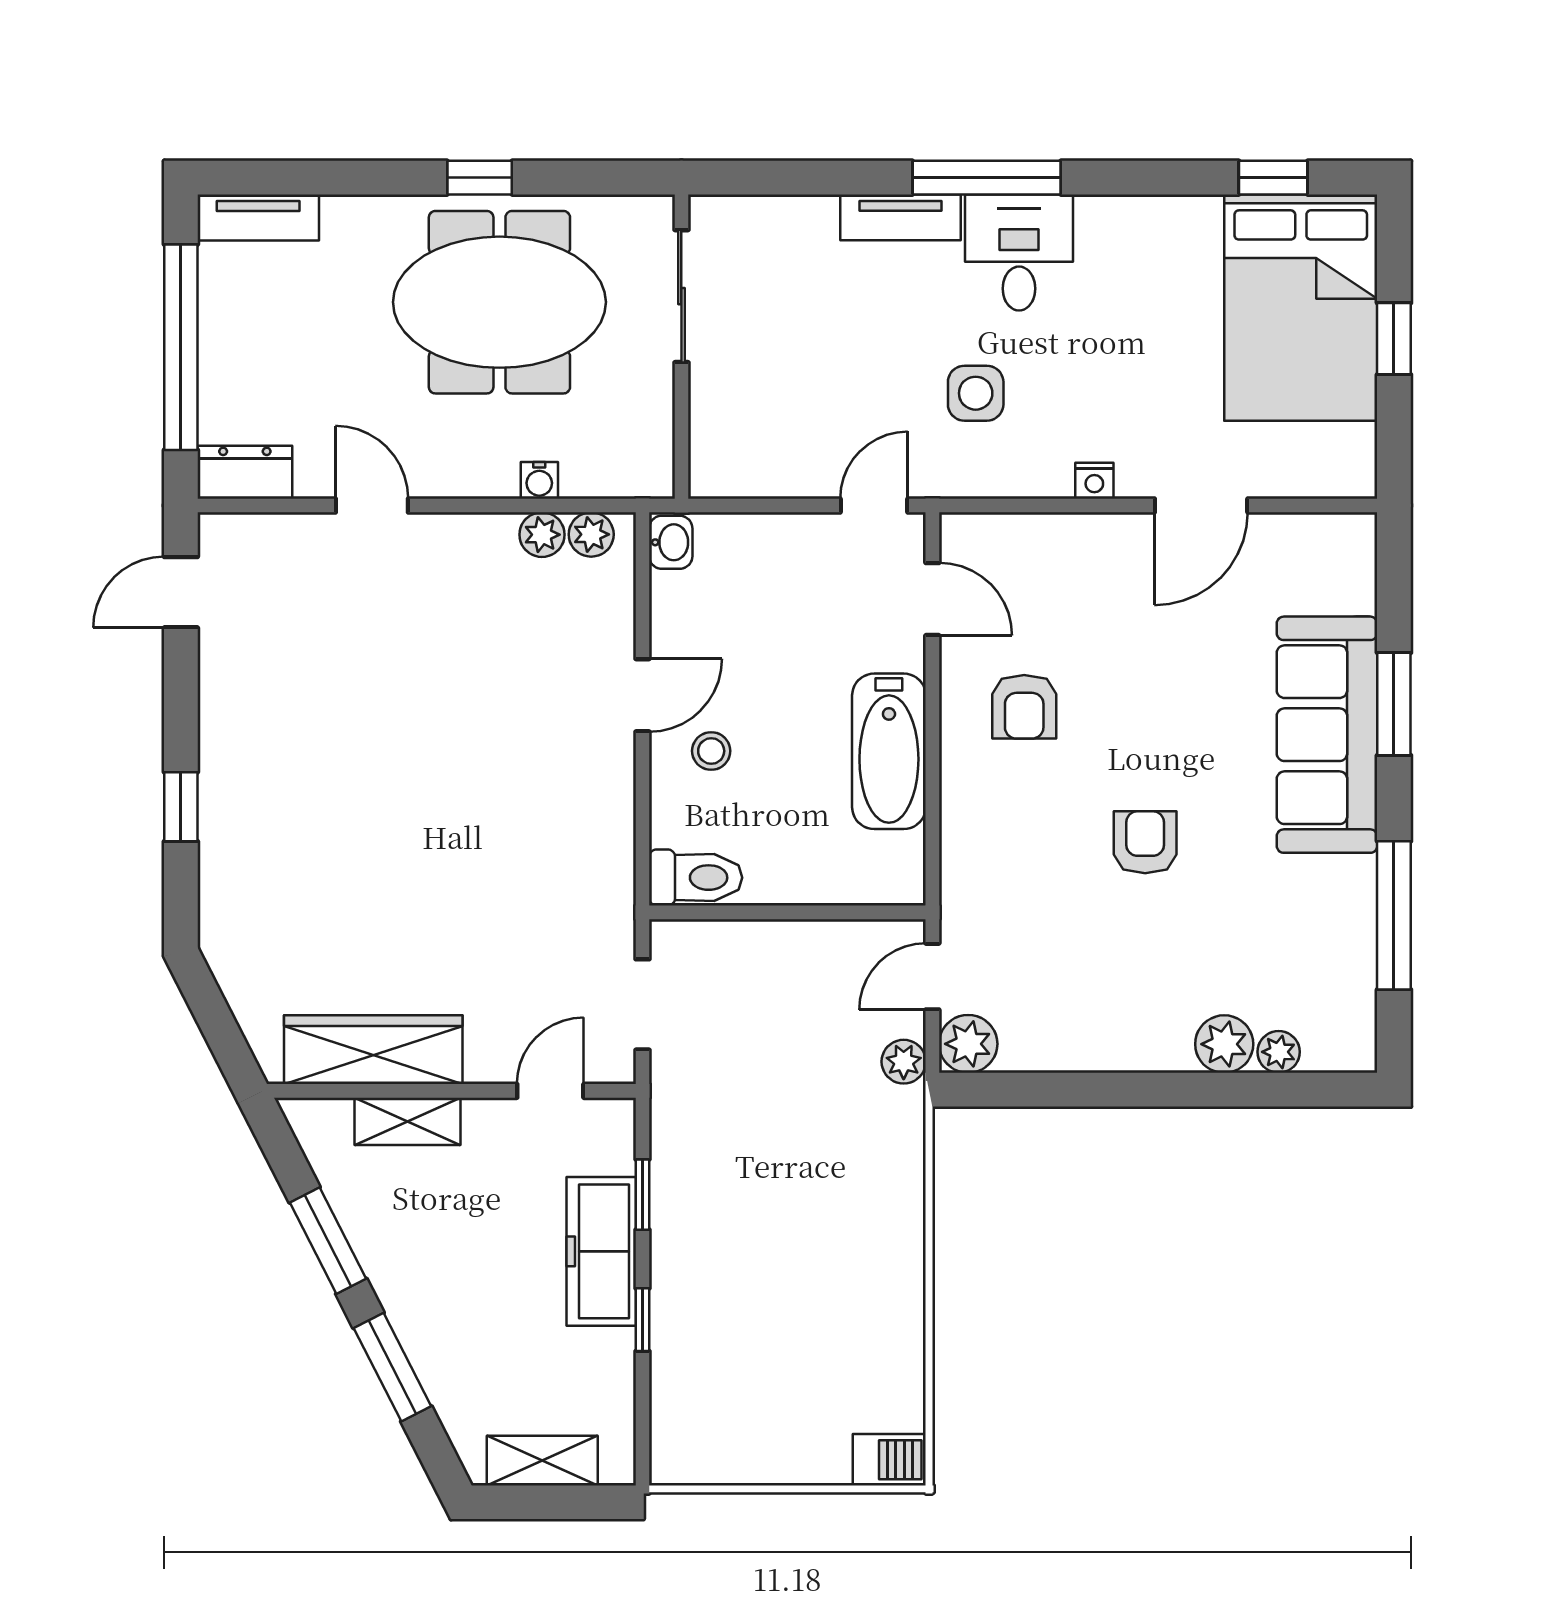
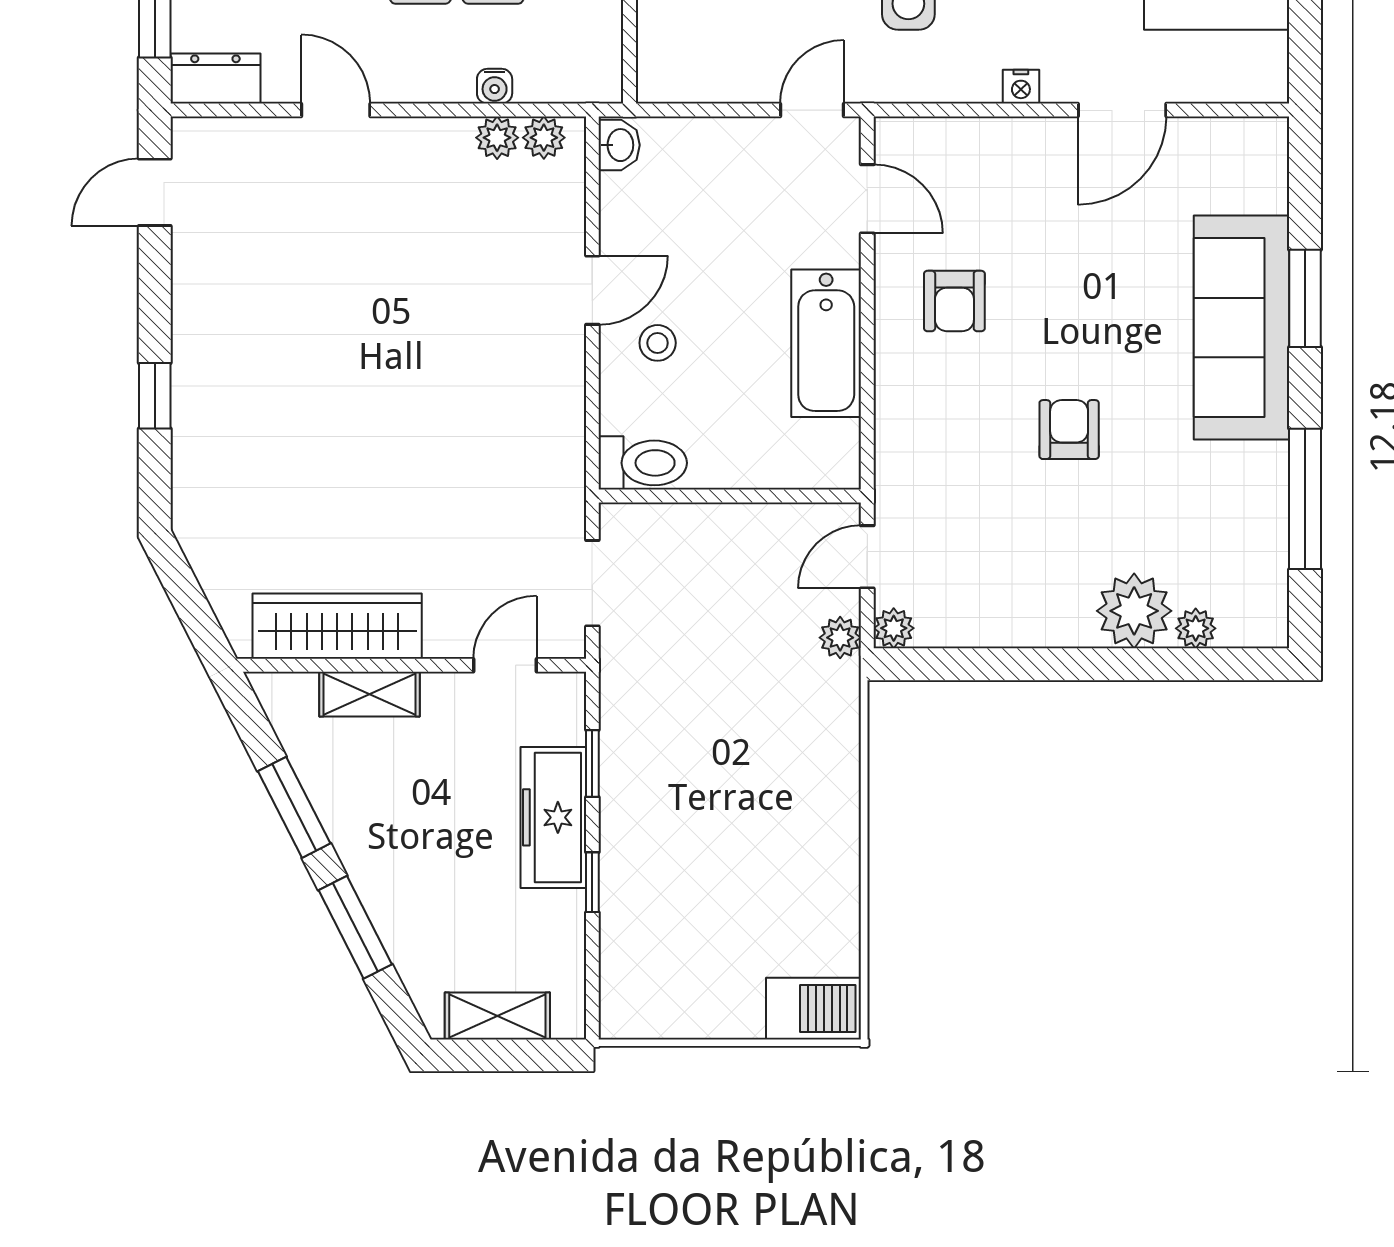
plant: (968, 1044) -> (894, 628), width x0.73, depth x0.73
plant: (1224, 1044) -> (1134, 611), width x1.36, depth x1.36
barbecue: (889, 1460) -> (813, 1009), width x1.38, depth x1.27

